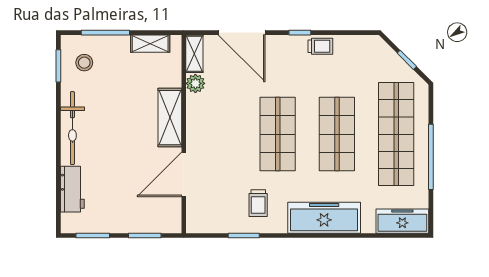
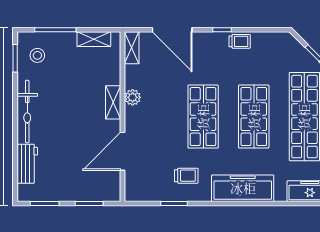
plant: (195, 83) -> (133, 97), moved
shelving: (170, 118) -> (113, 102), width x0.67, depth x0.75
trolley: (258, 203) -> (186, 176), turned -90

